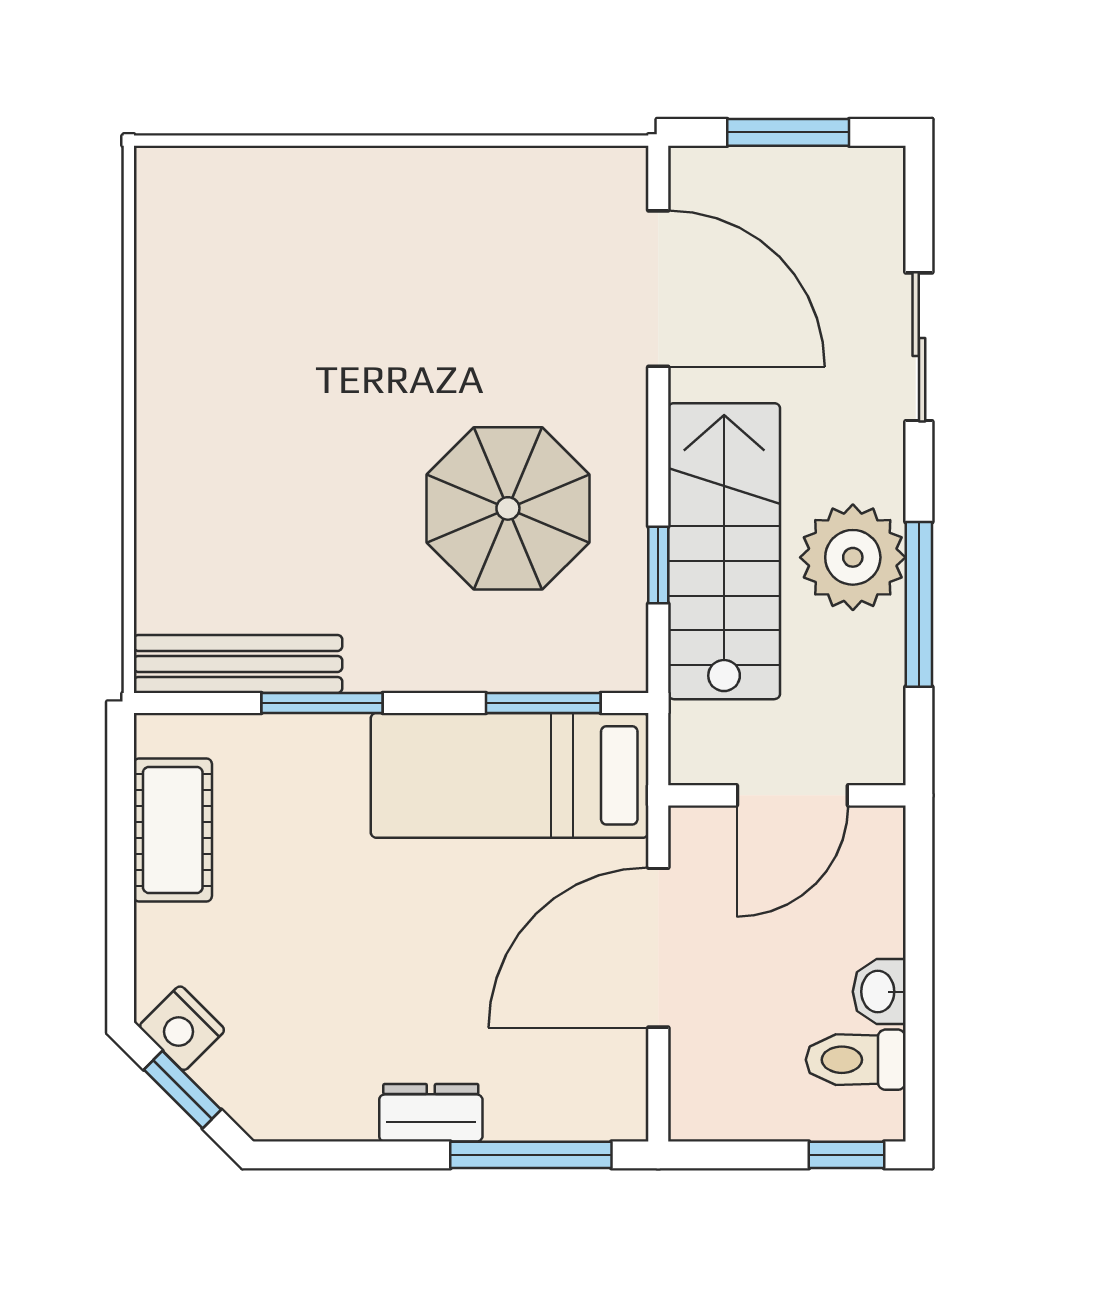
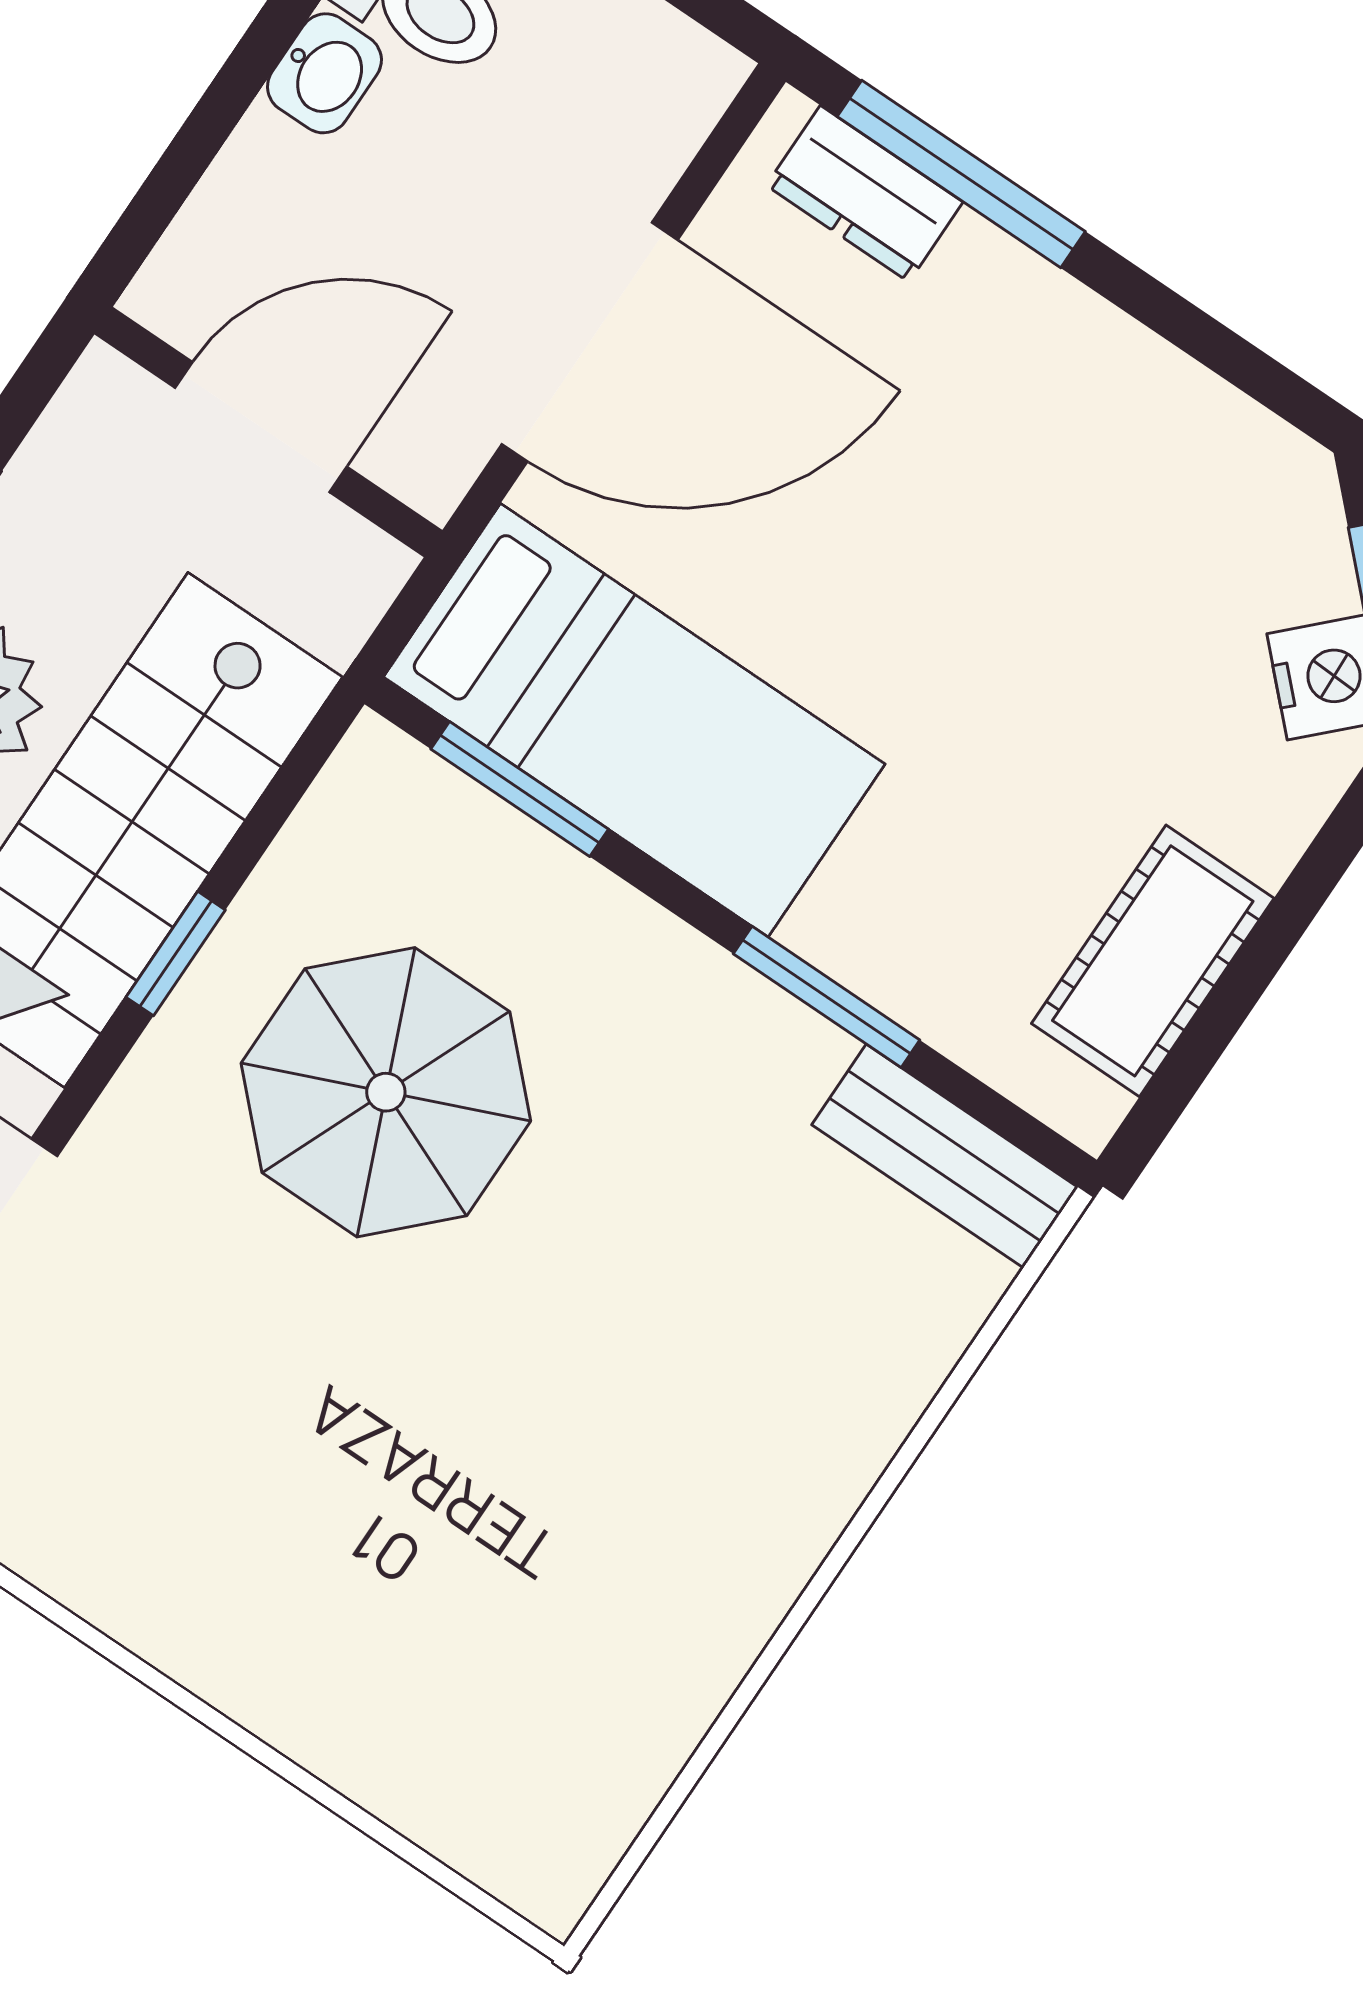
window: (658, 565) -> (176, 954), moved
bench: (238, 664) -> (945, 1156), width x0.73
dresser: (431, 1113) -> (865, 194), moved

